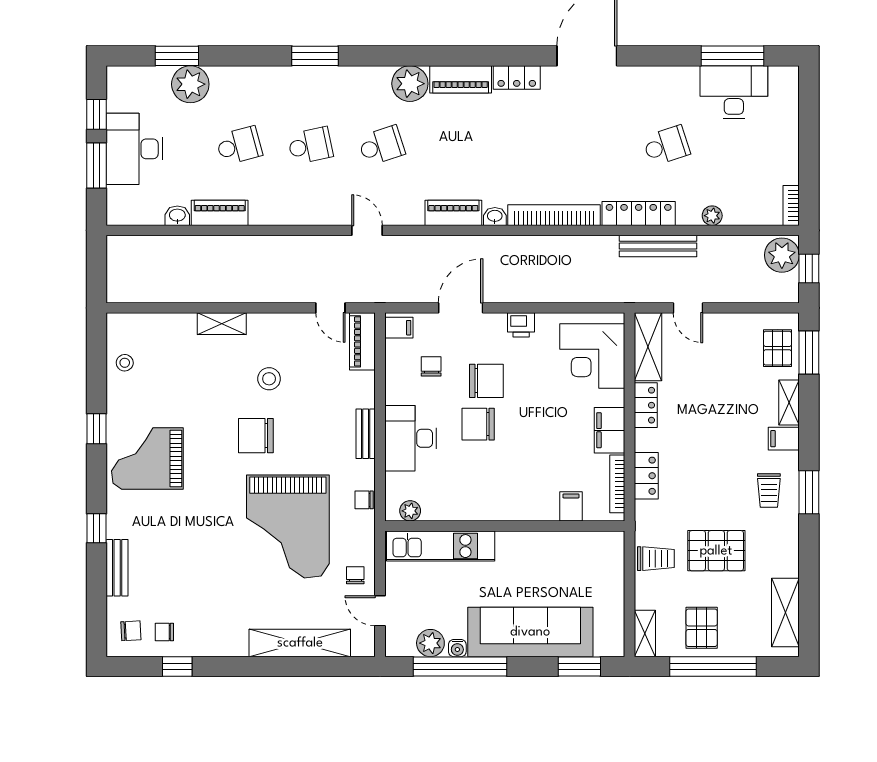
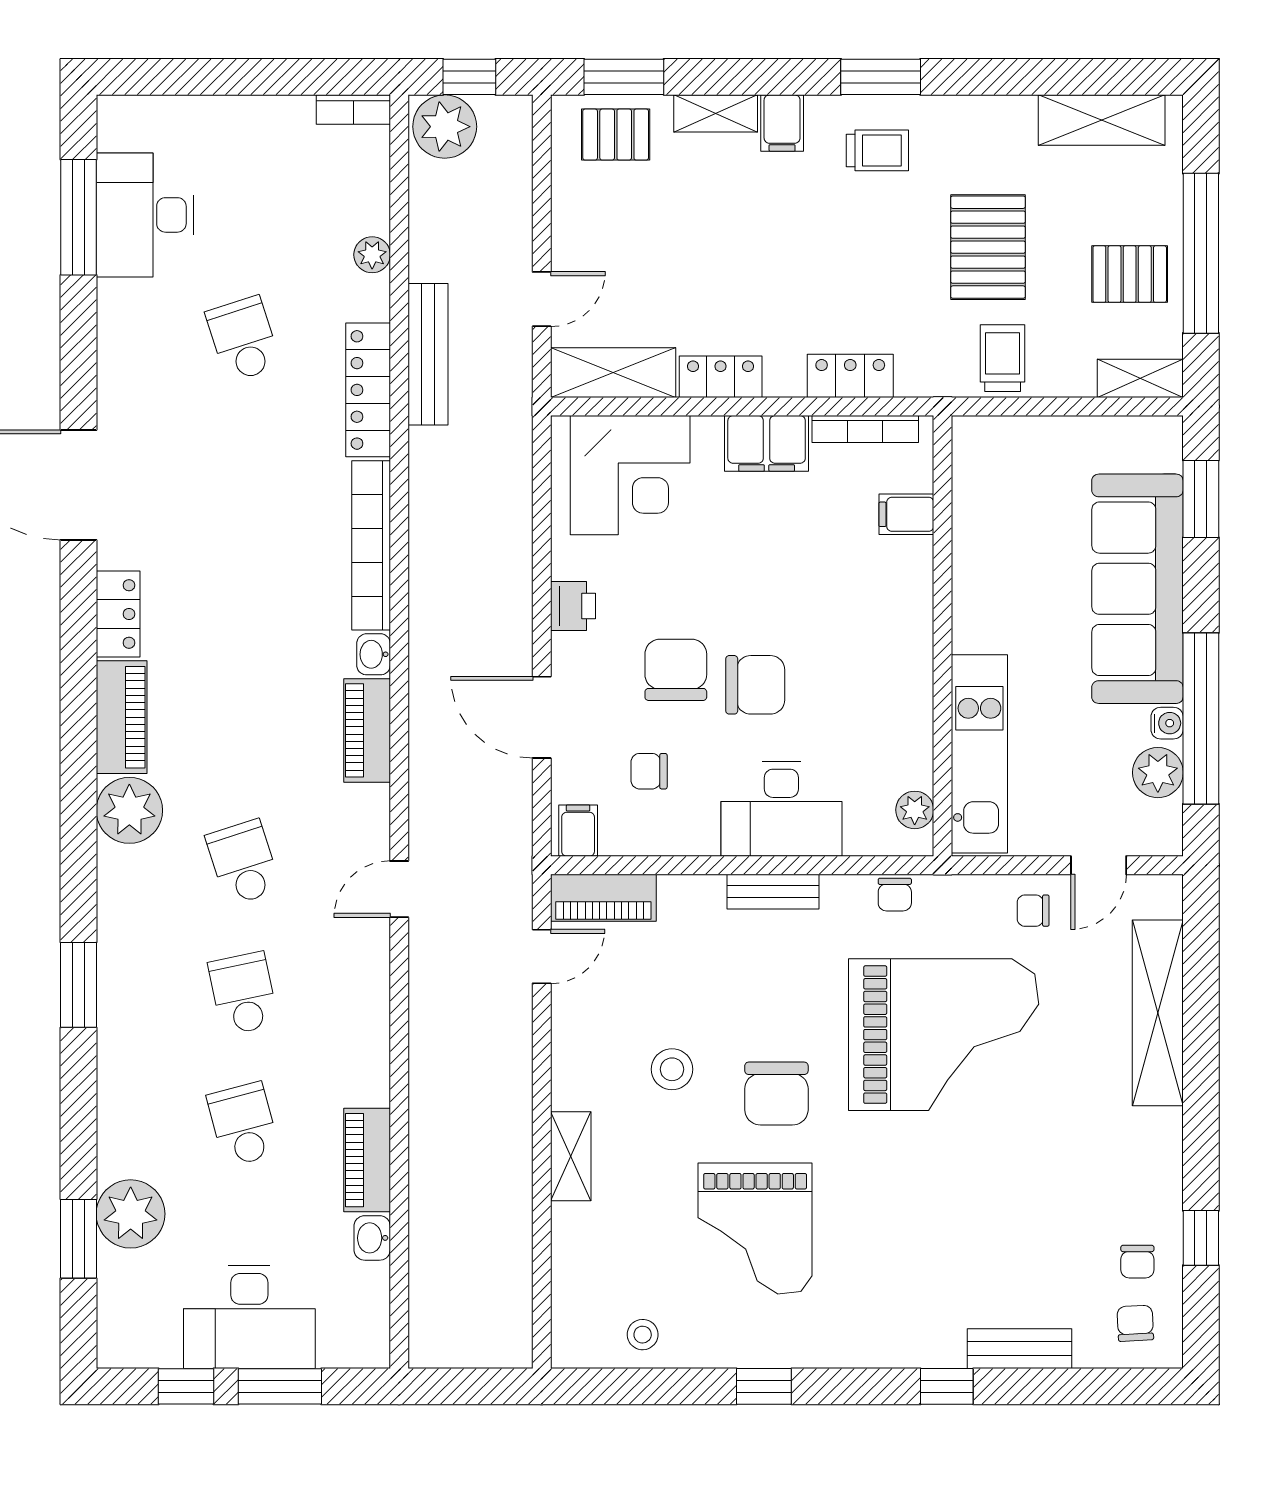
chair: (478, 424) -> (755, 685), turned -90
grand piano: (147, 459) -> (755, 1228), moved

